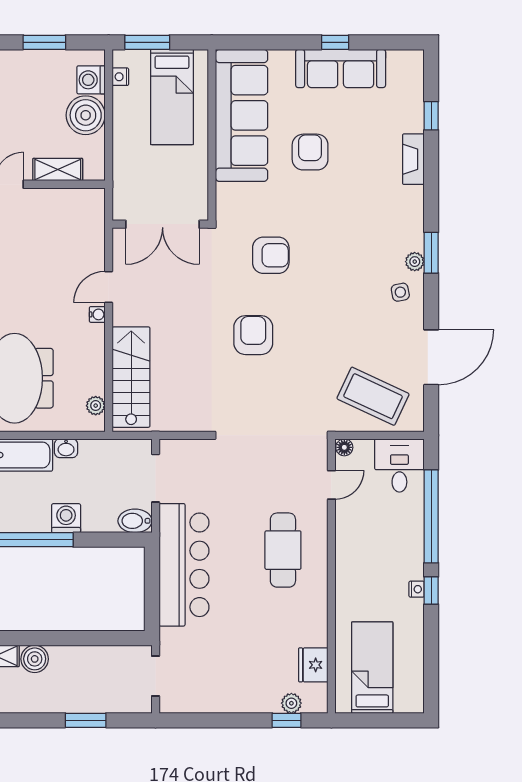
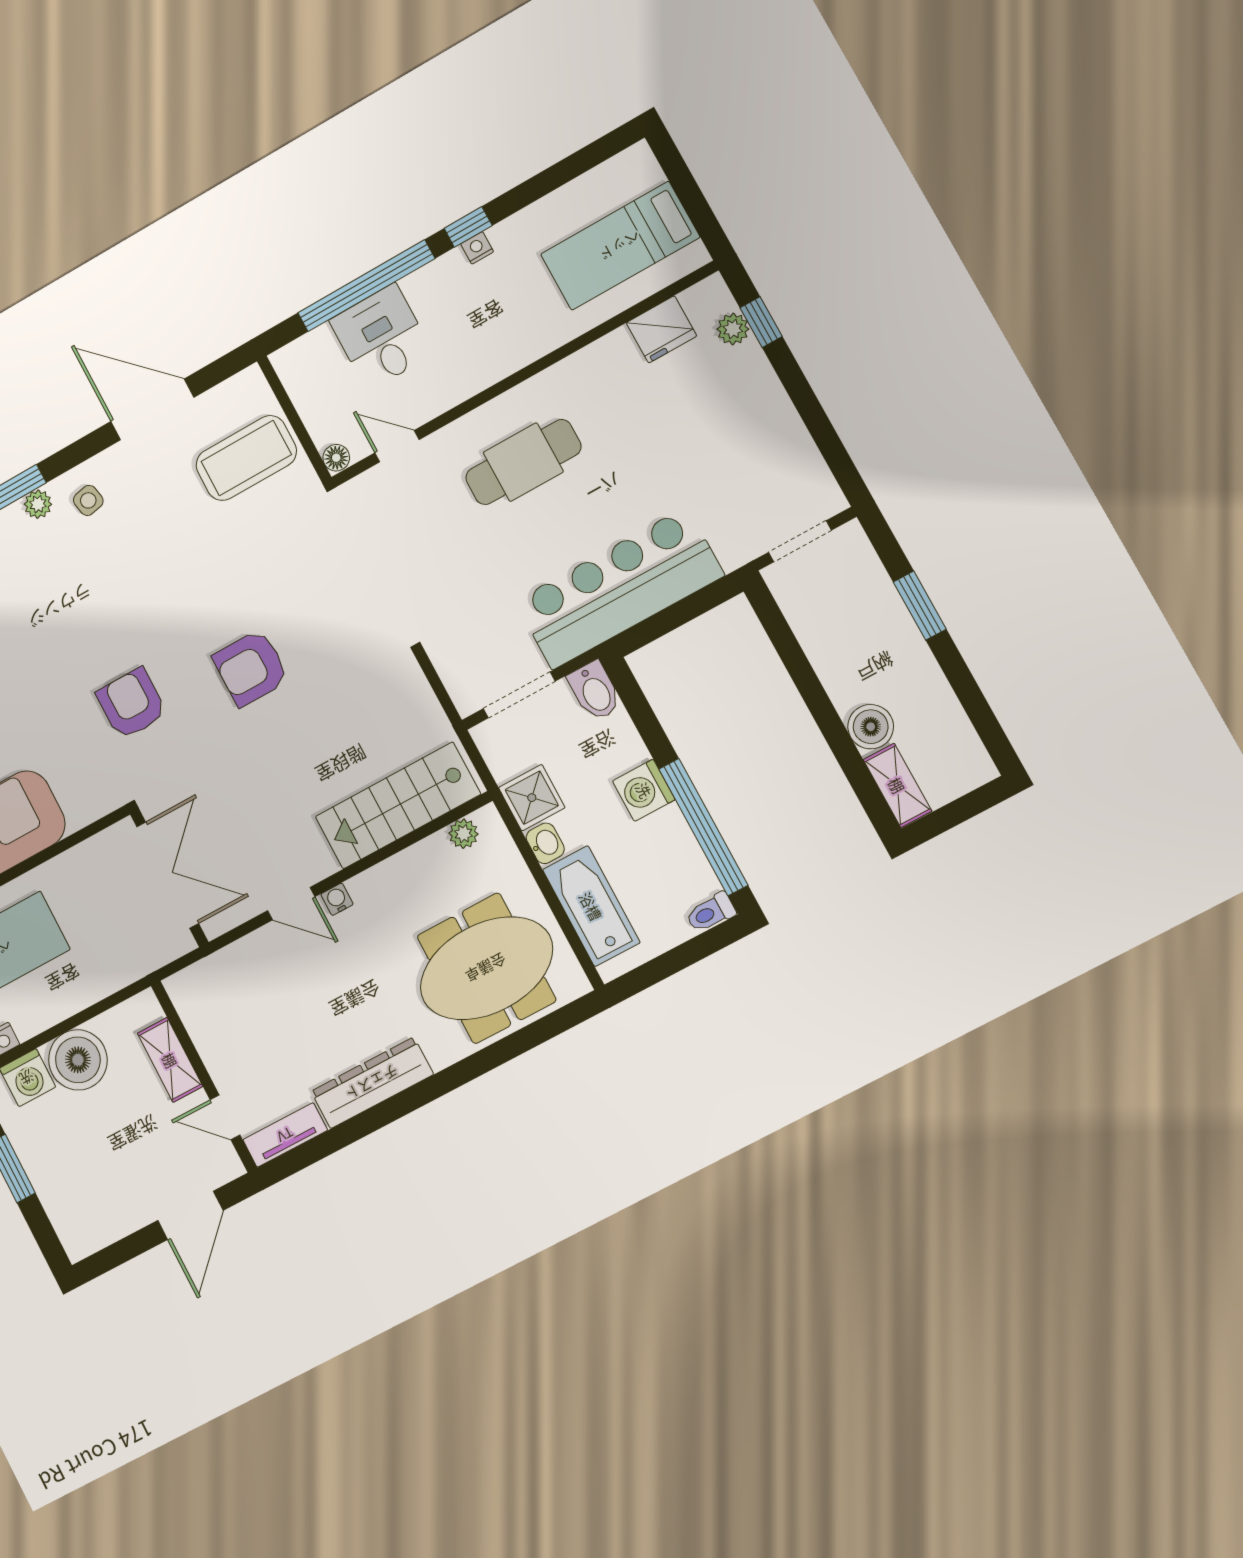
coffee table: (373, 396) -> (246, 458), turned 65
shower: (95, 454) -> (532, 798), added
desk: (399, 465) -> (381, 337), moved, turned 90

